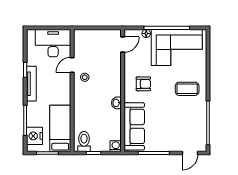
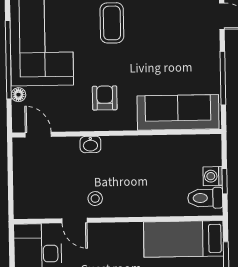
washbasin: (116, 103) -> (90, 144), moved
washing machine: (116, 146) -> (213, 176), moved

